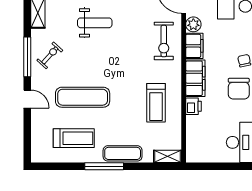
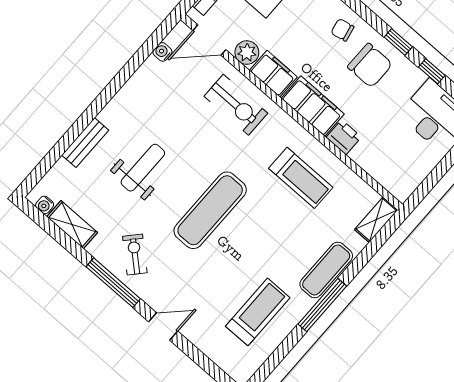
exercise mat: (83, 97) -> (210, 210), moved

